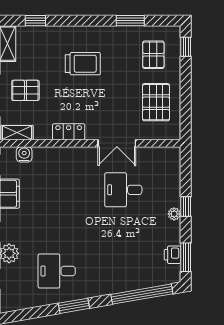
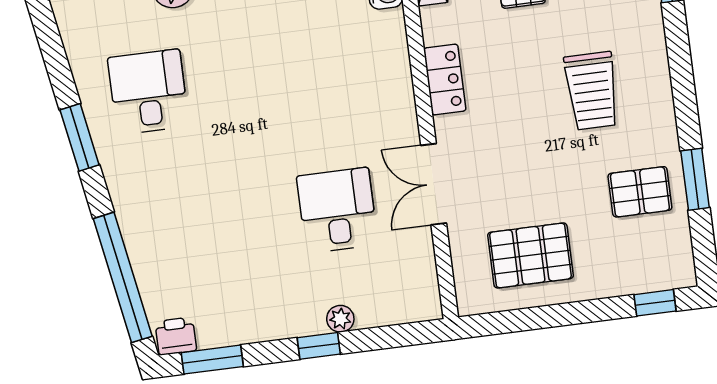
pallet: (153, 55) -> (640, 192), moved
plant: (174, 214) -> (340, 319), moved
printer: (172, 255) -> (176, 336), moved

